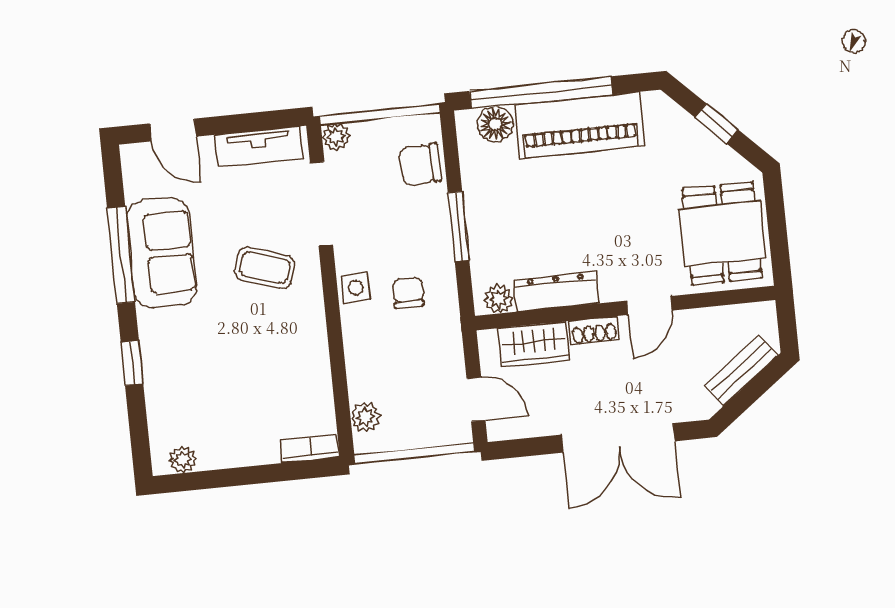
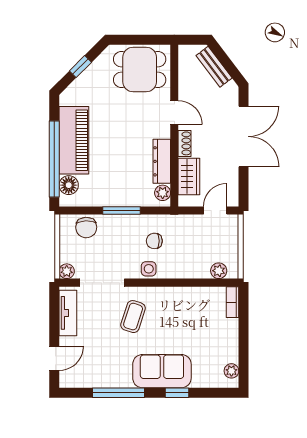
sofa: (161, 253) -> (162, 371), moved

